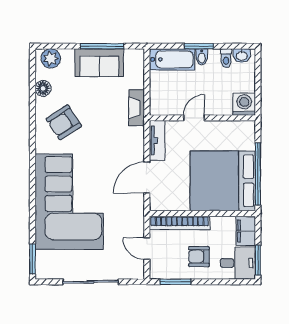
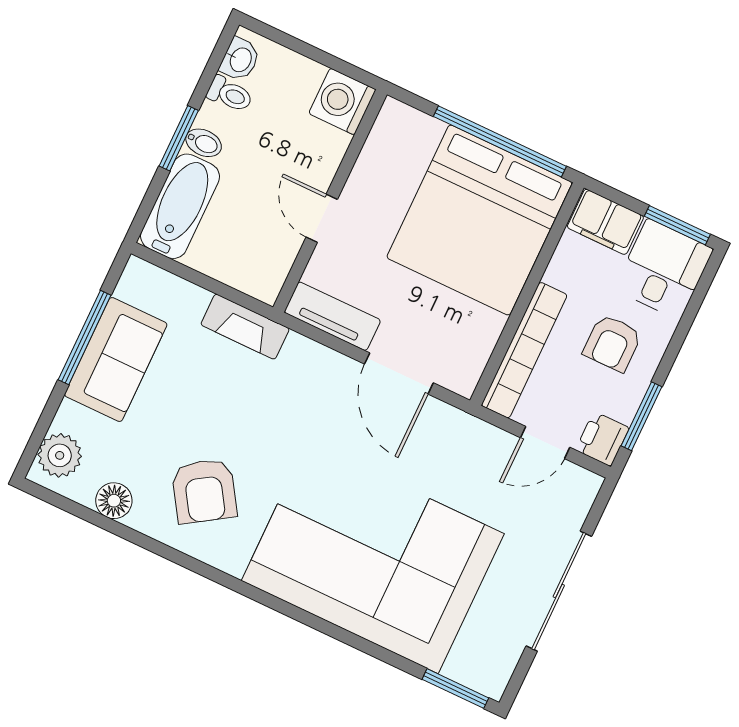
printer: (159, 271) -> (602, 439), added

